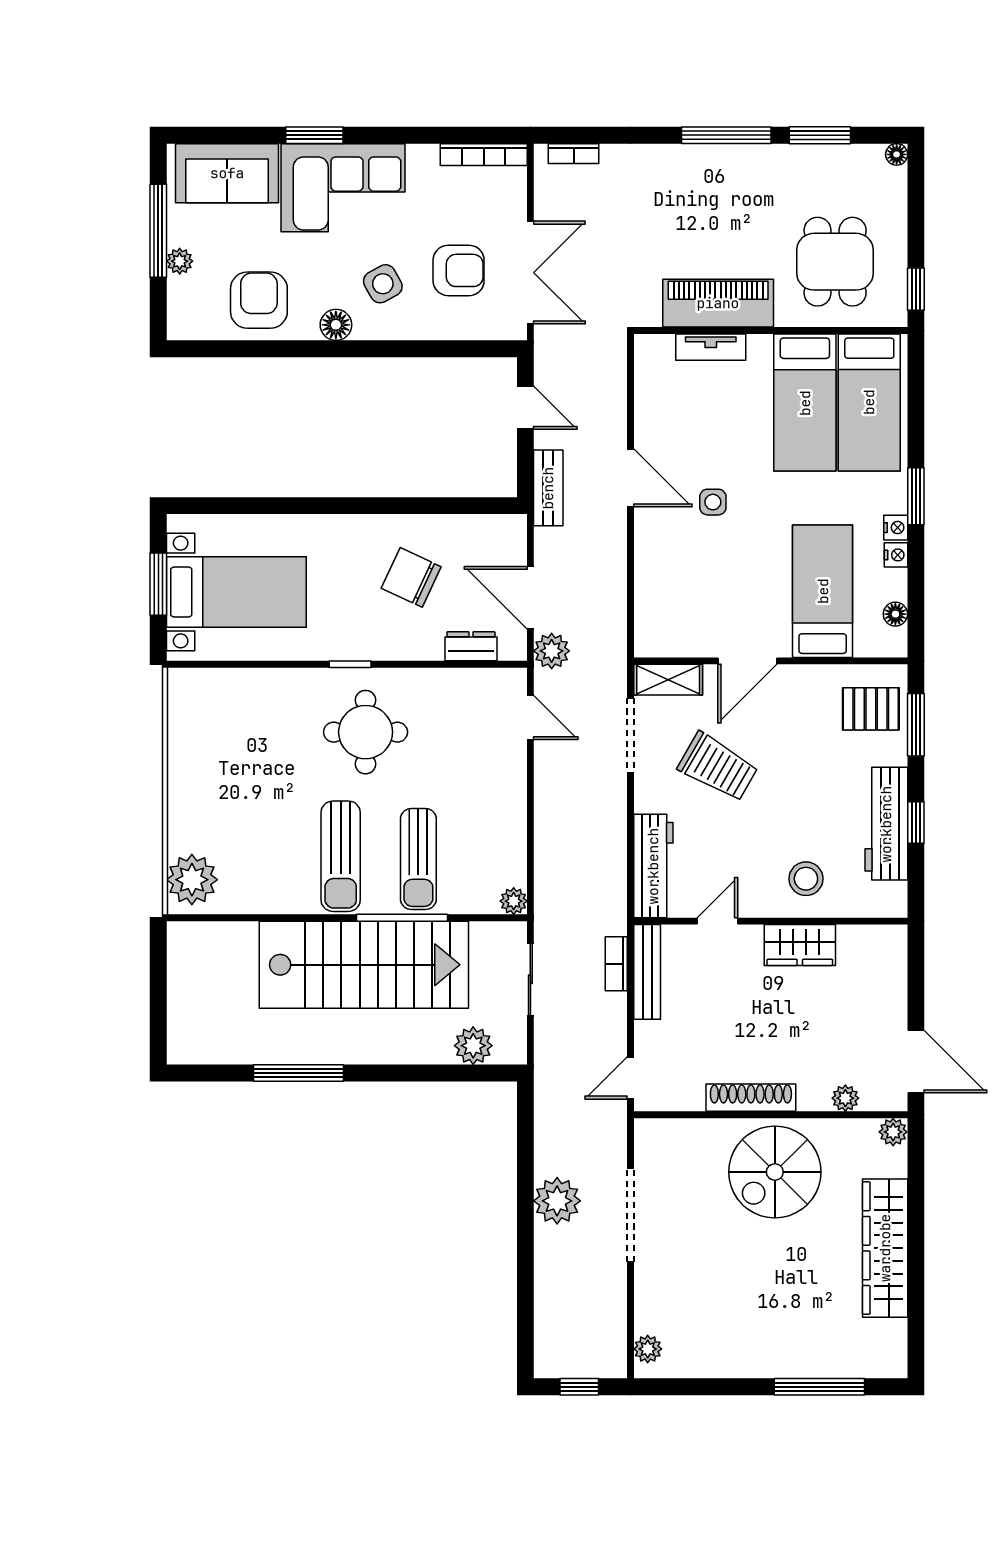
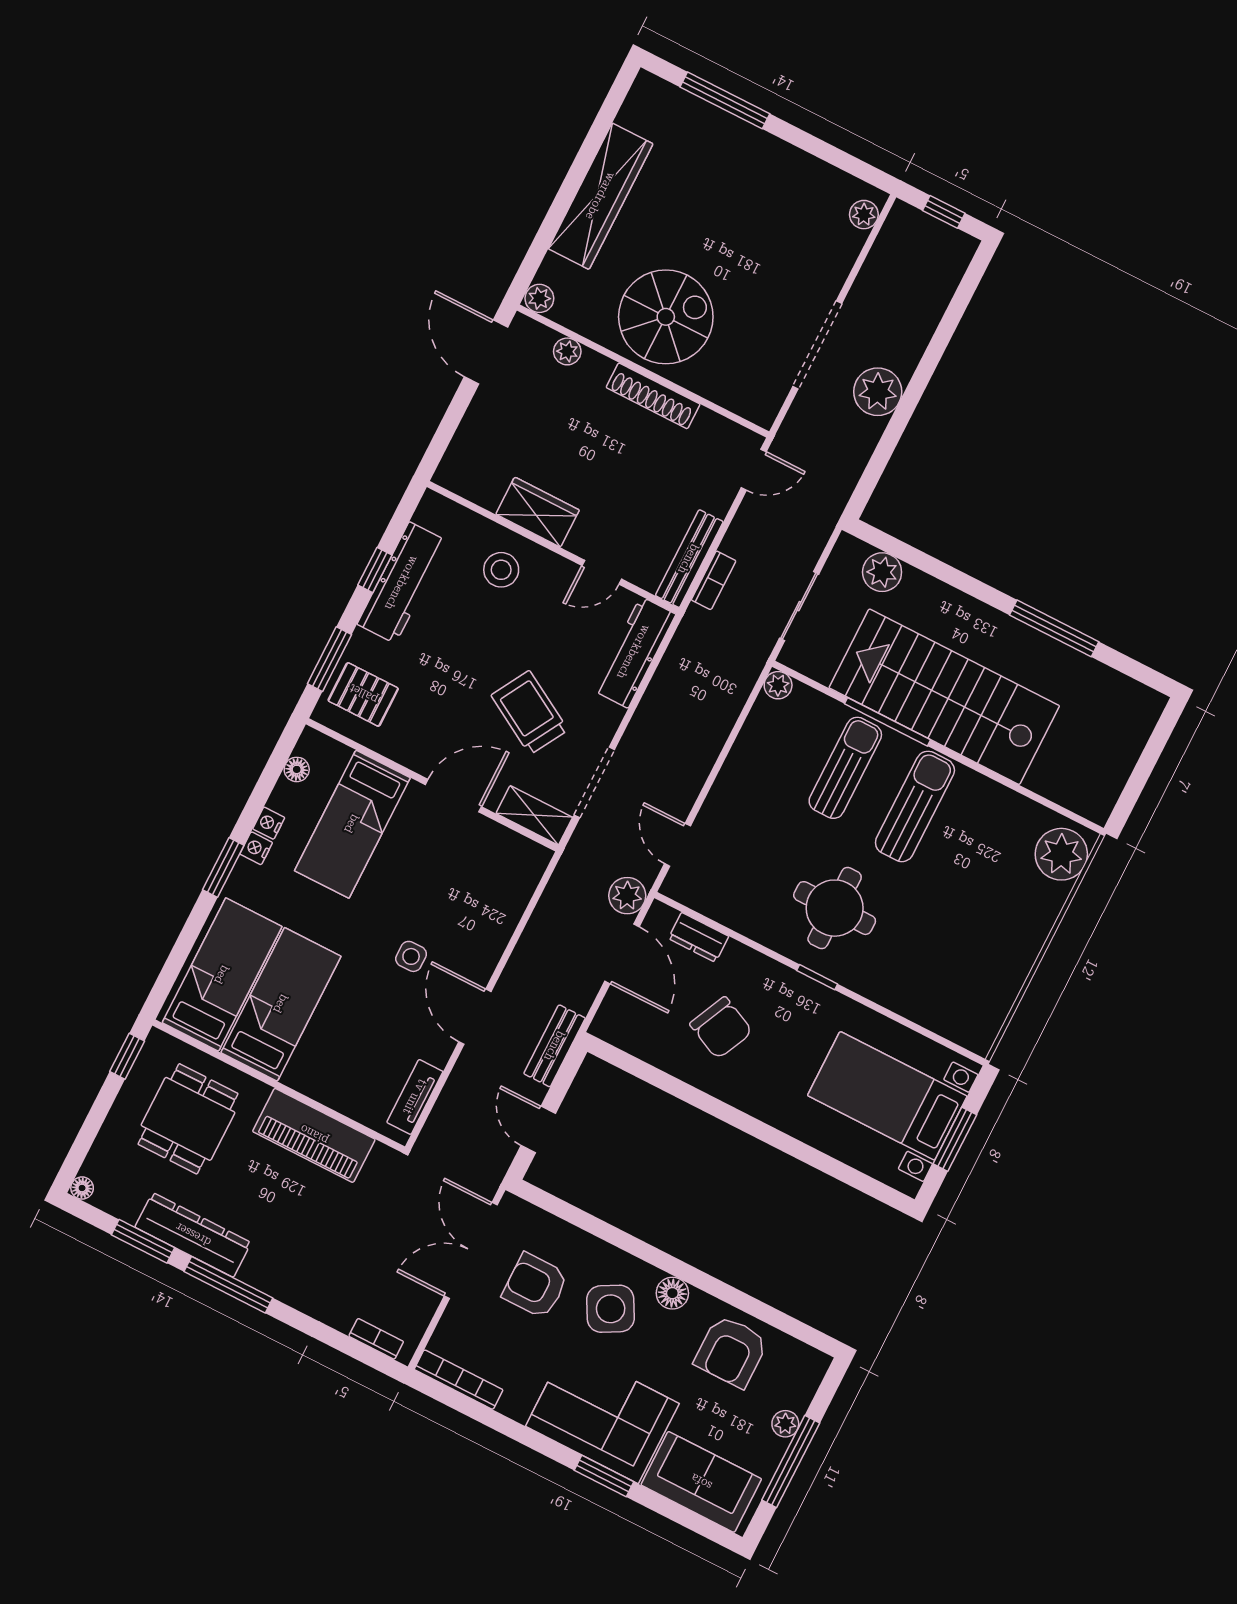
dresser: (779, 163) -> (193, 1235), added
side table: (383, 284) -> (611, 1309), width x1.37, depth x1.37
tv unit: (711, 347) -> (415, 1097), moved, turned -90

